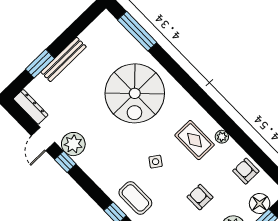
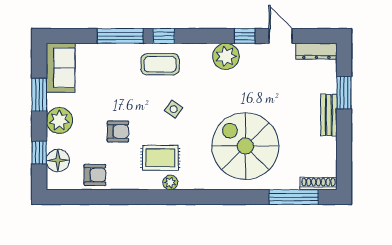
shoe rack: (113, 24) -> (318, 184), added
bench: (64, 59) -> (329, 115), width x0.73
plant: (222, 137) -> (170, 182), moved
plant: (73, 144) -> (226, 56), moved
armchair: (200, 197) -> (118, 131), moved

